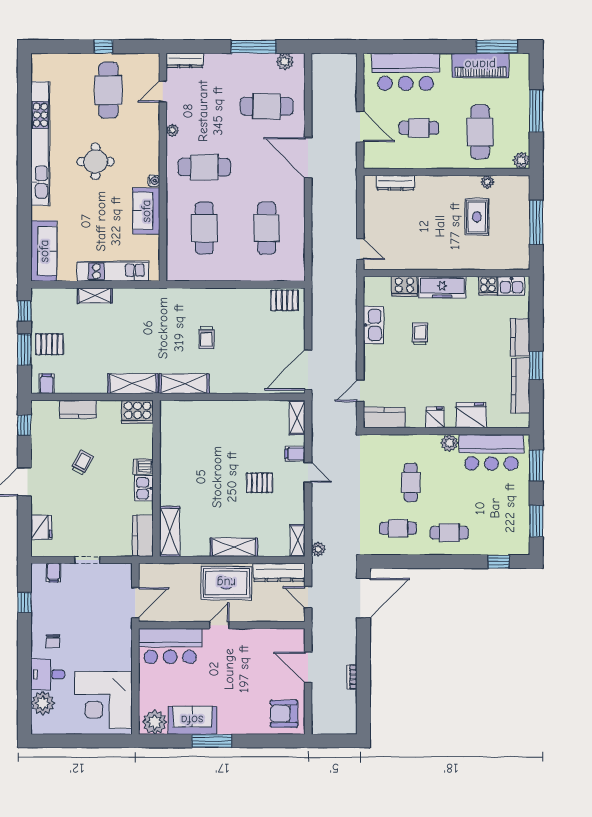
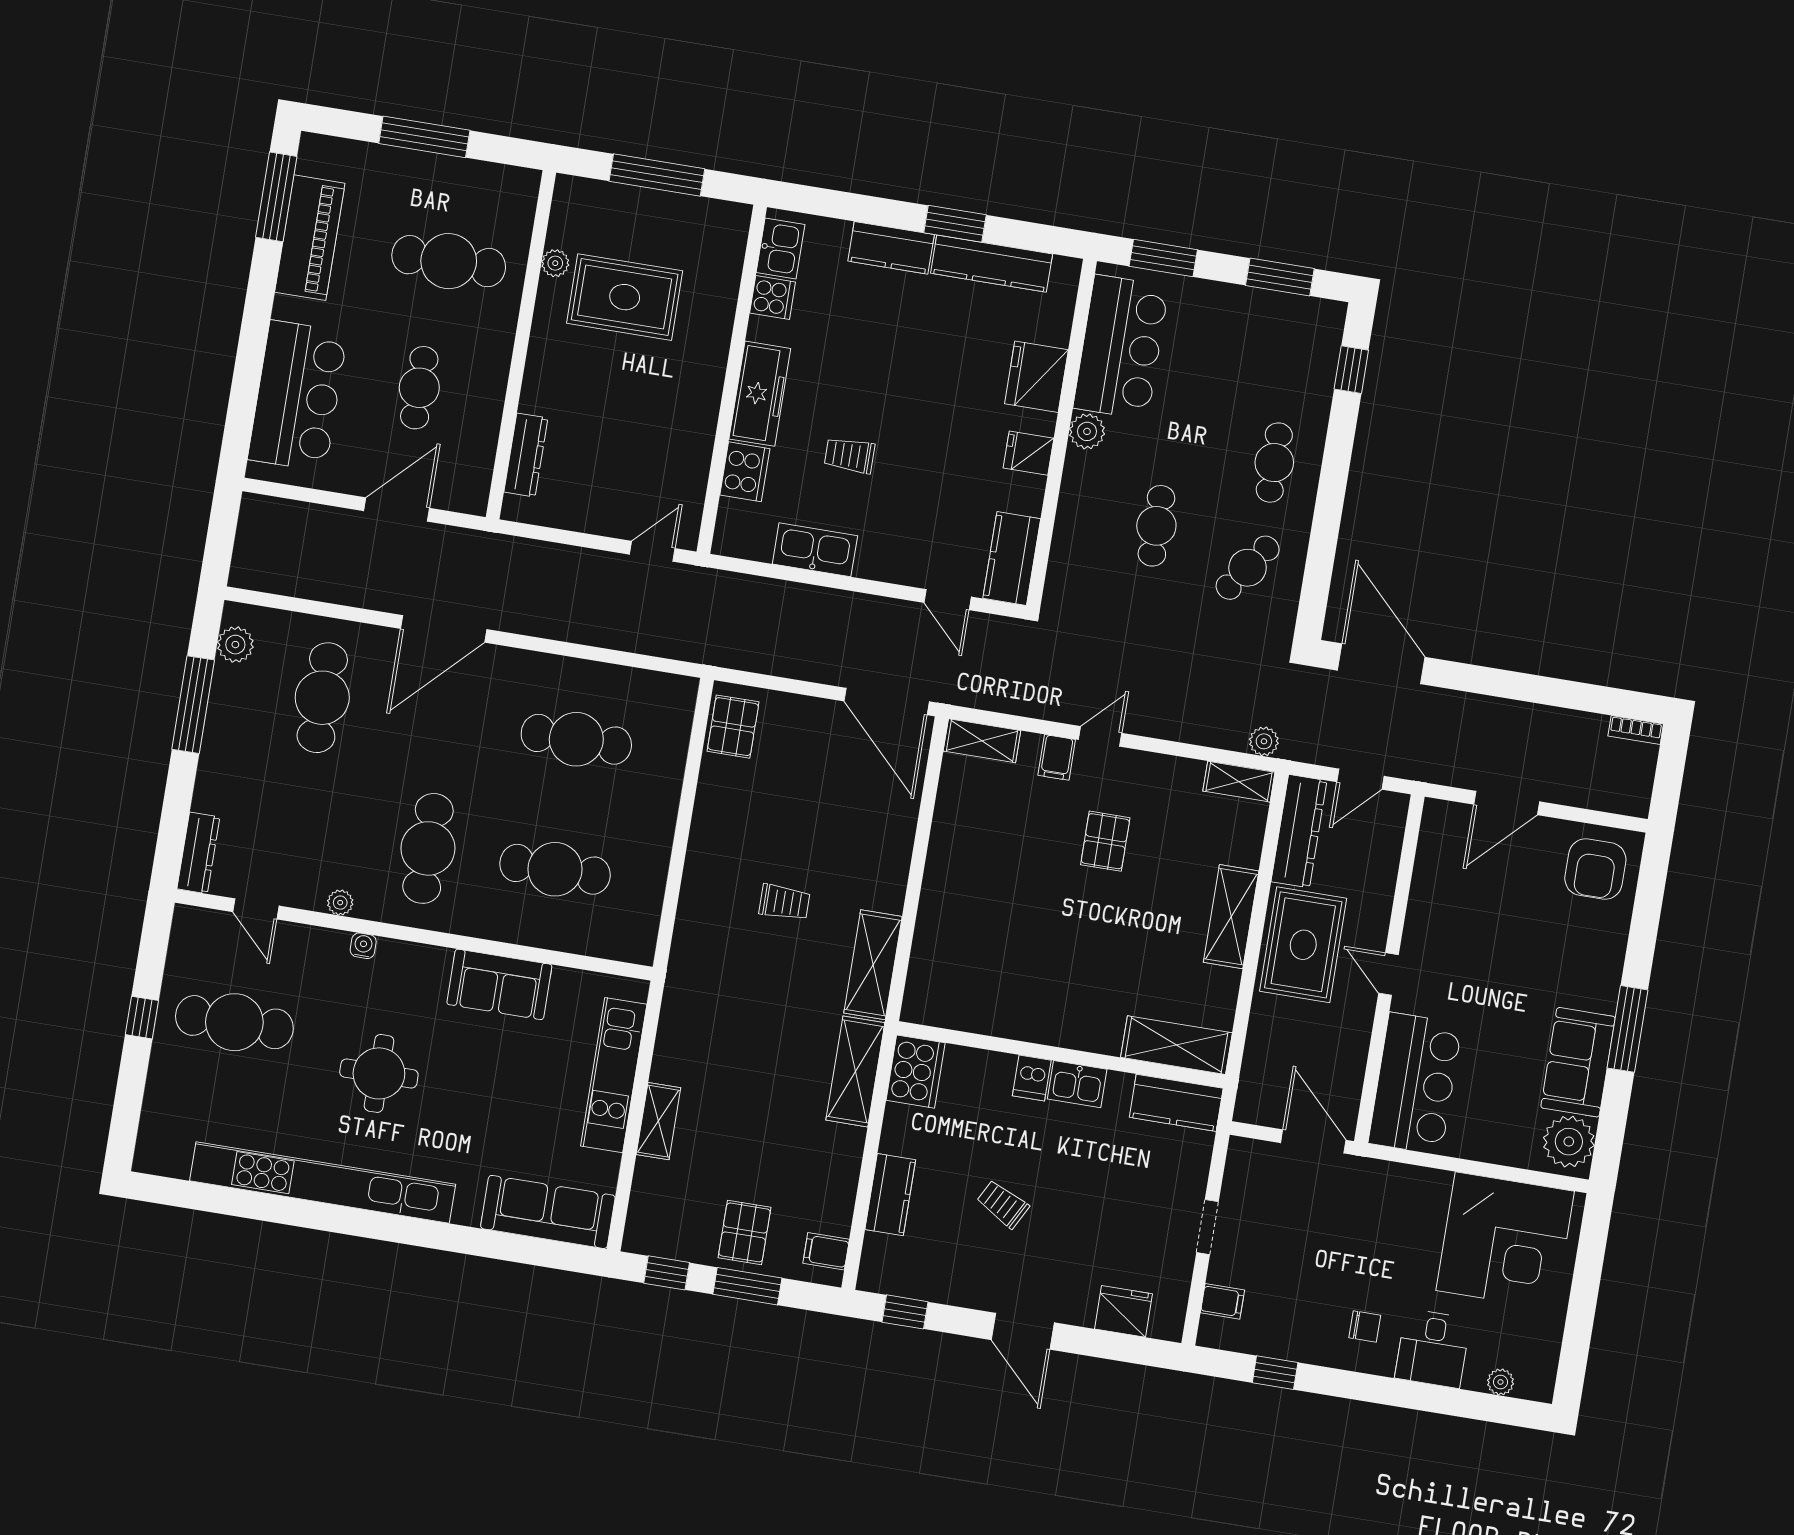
plant: (521, 160) -> (522, 185), removed
water cooler: (154, 181) -> (363, 946), moved
rug: (477, 217) -> (625, 297), width x1.36, depth x1.43
cafe table: (411, 483) -> (1156, 526), turned 90
cafe table: (398, 528) -> (1248, 568), turned 35
bookcase: (352, 677) -> (1636, 730), moved
plant: (43, 703) -> (1501, 1382), width x0.53, depth x0.53

